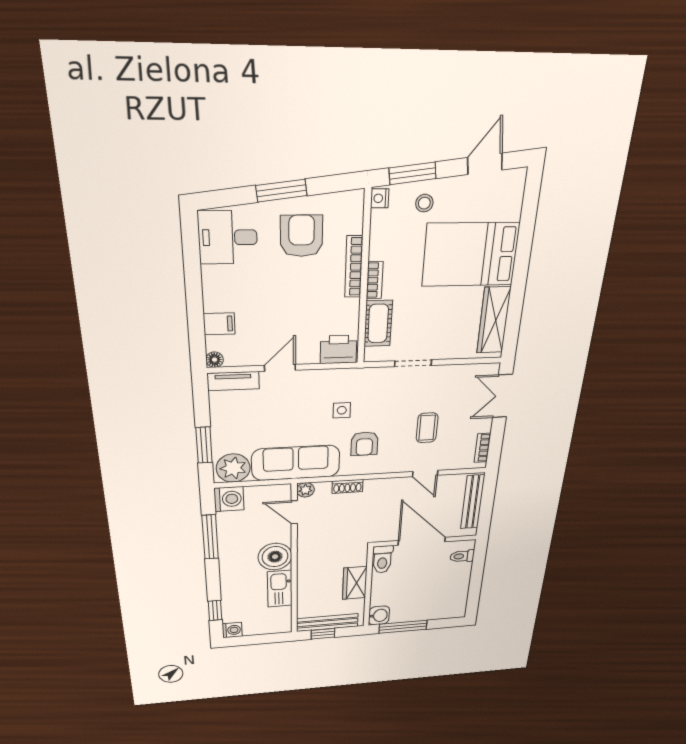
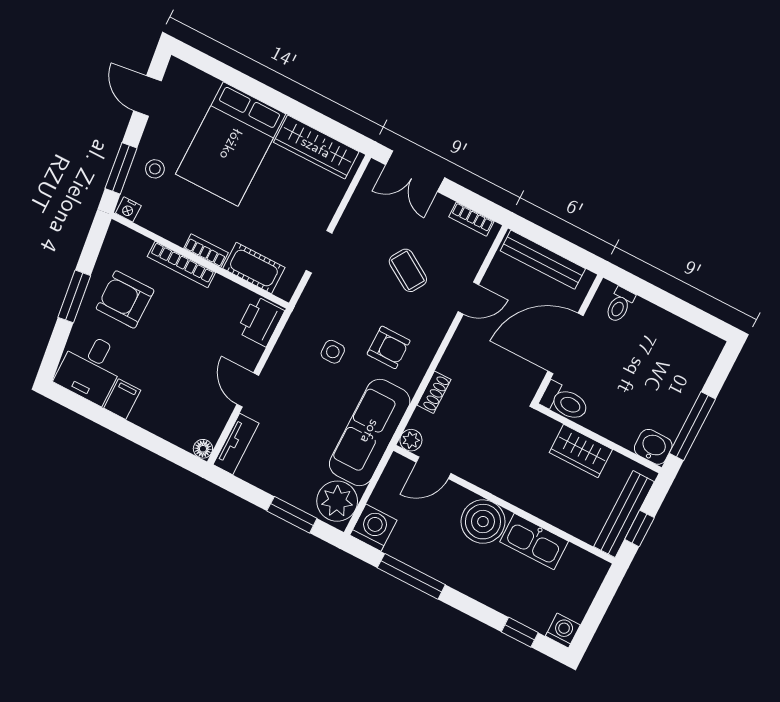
filing cabinet: (219, 324) -> (122, 399), moved
coffee table: (427, 428) -> (408, 270), turned 32

